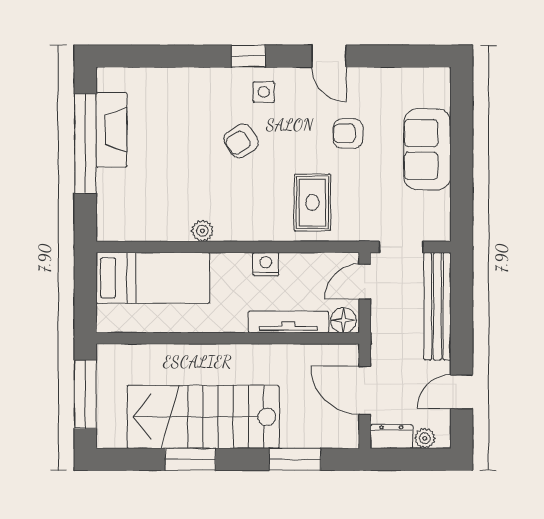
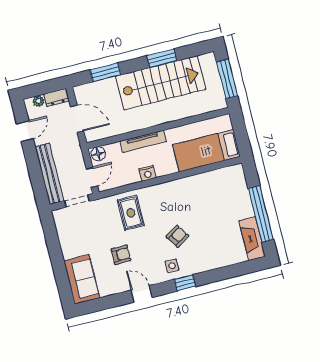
fireplace: (111, 130) -> (252, 238), moved
sofa: (427, 149) -> (82, 279), moved
plant: (202, 231) -> (186, 183), removed
tv unit: (288, 322) -> (143, 141), moved

